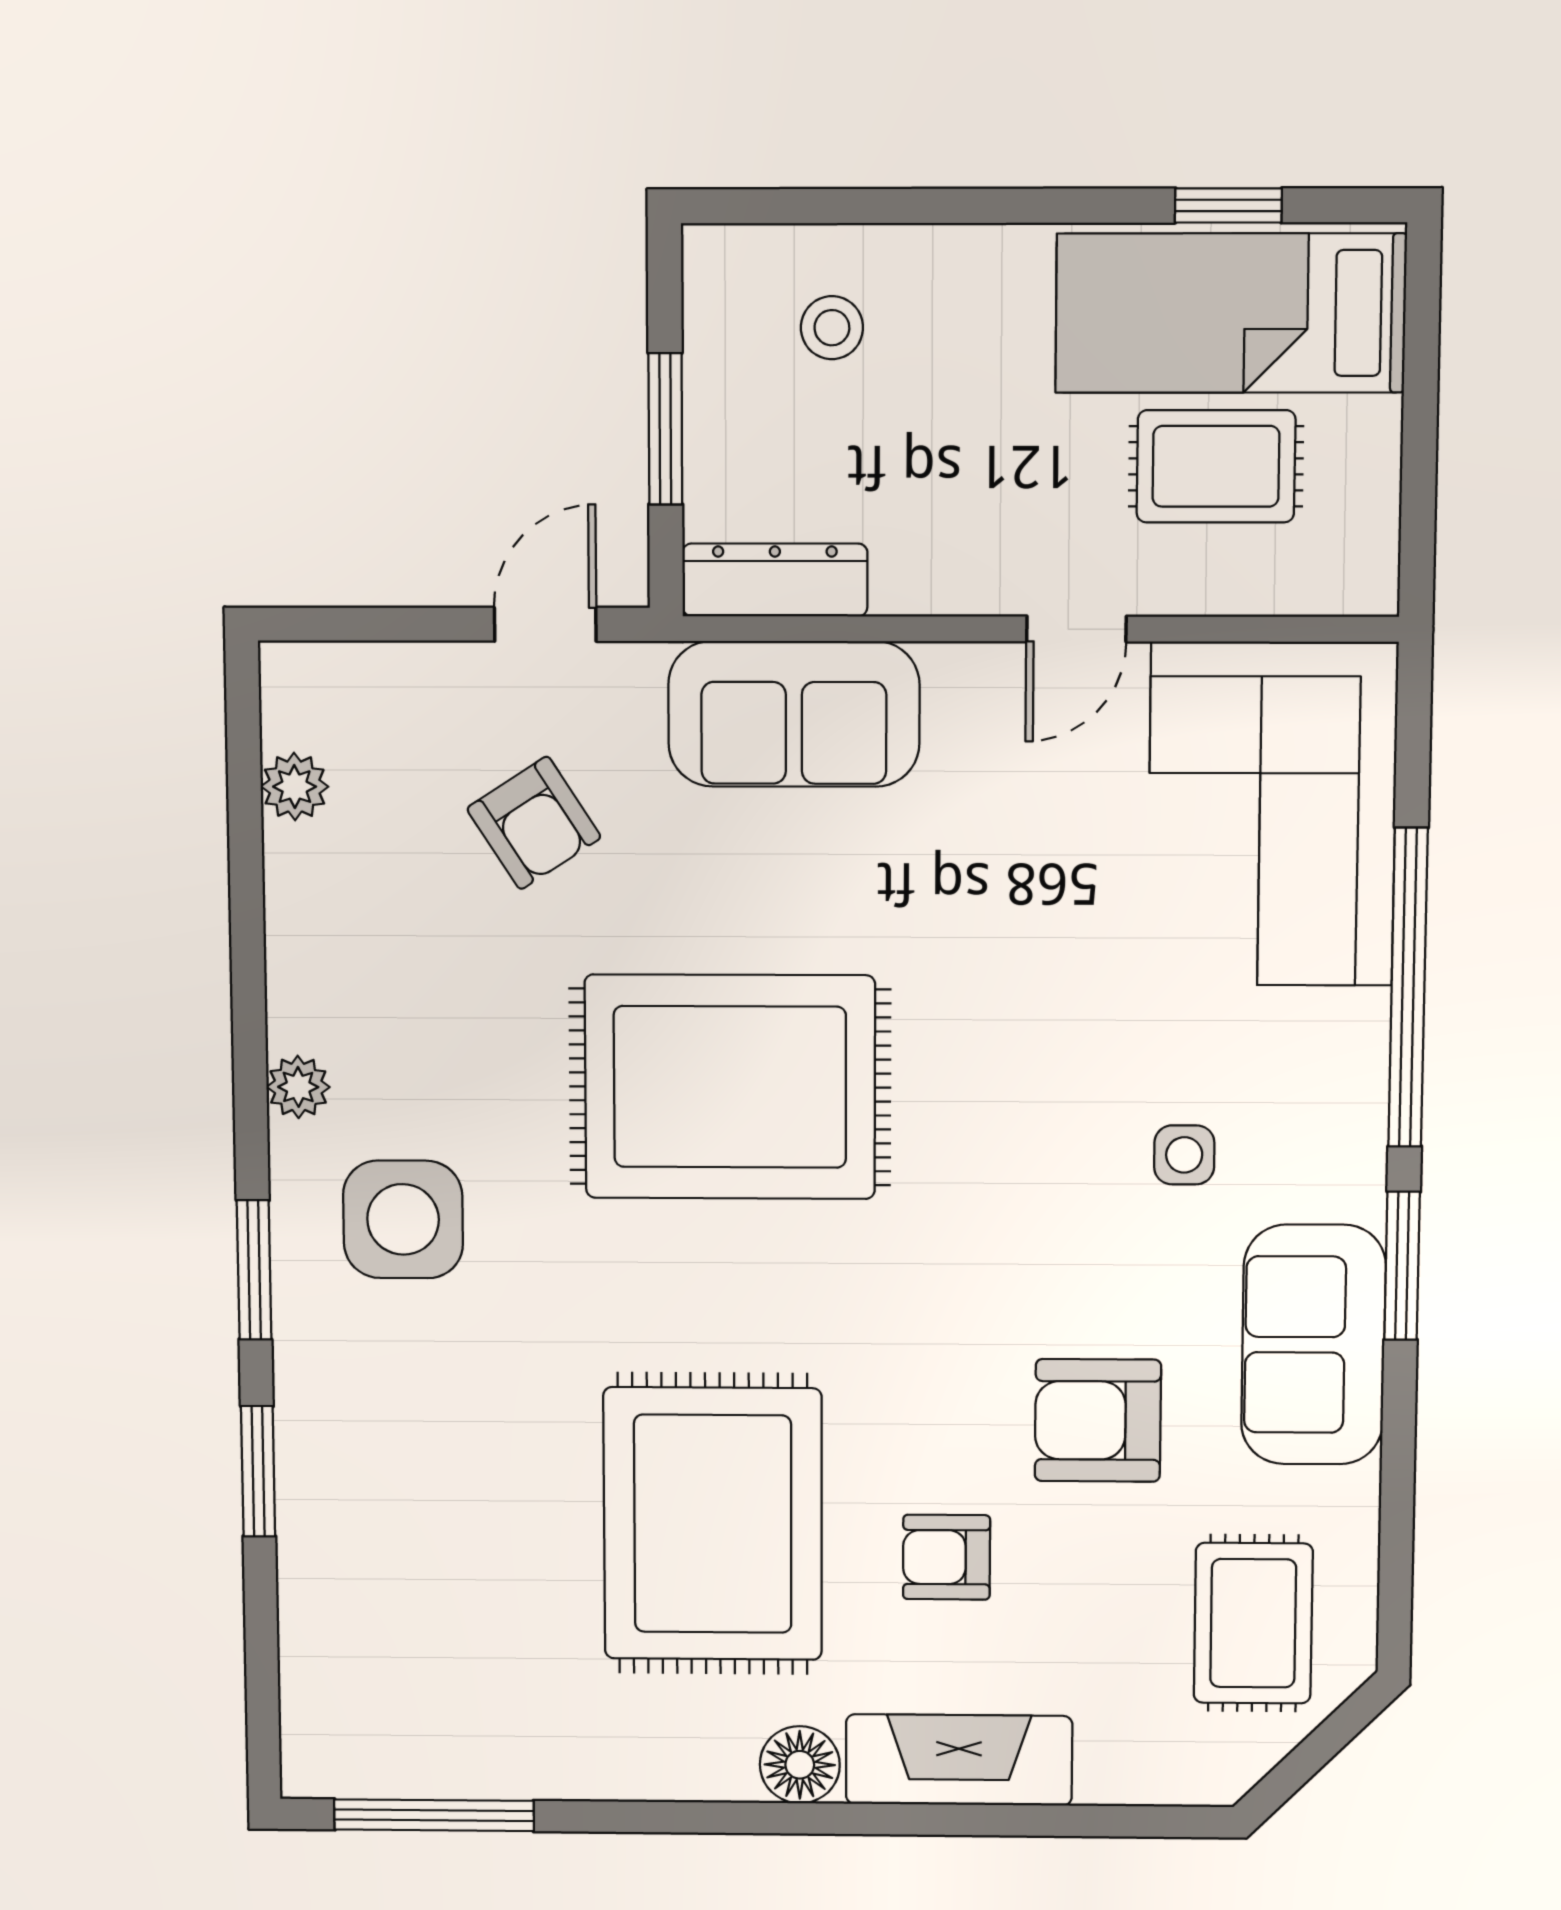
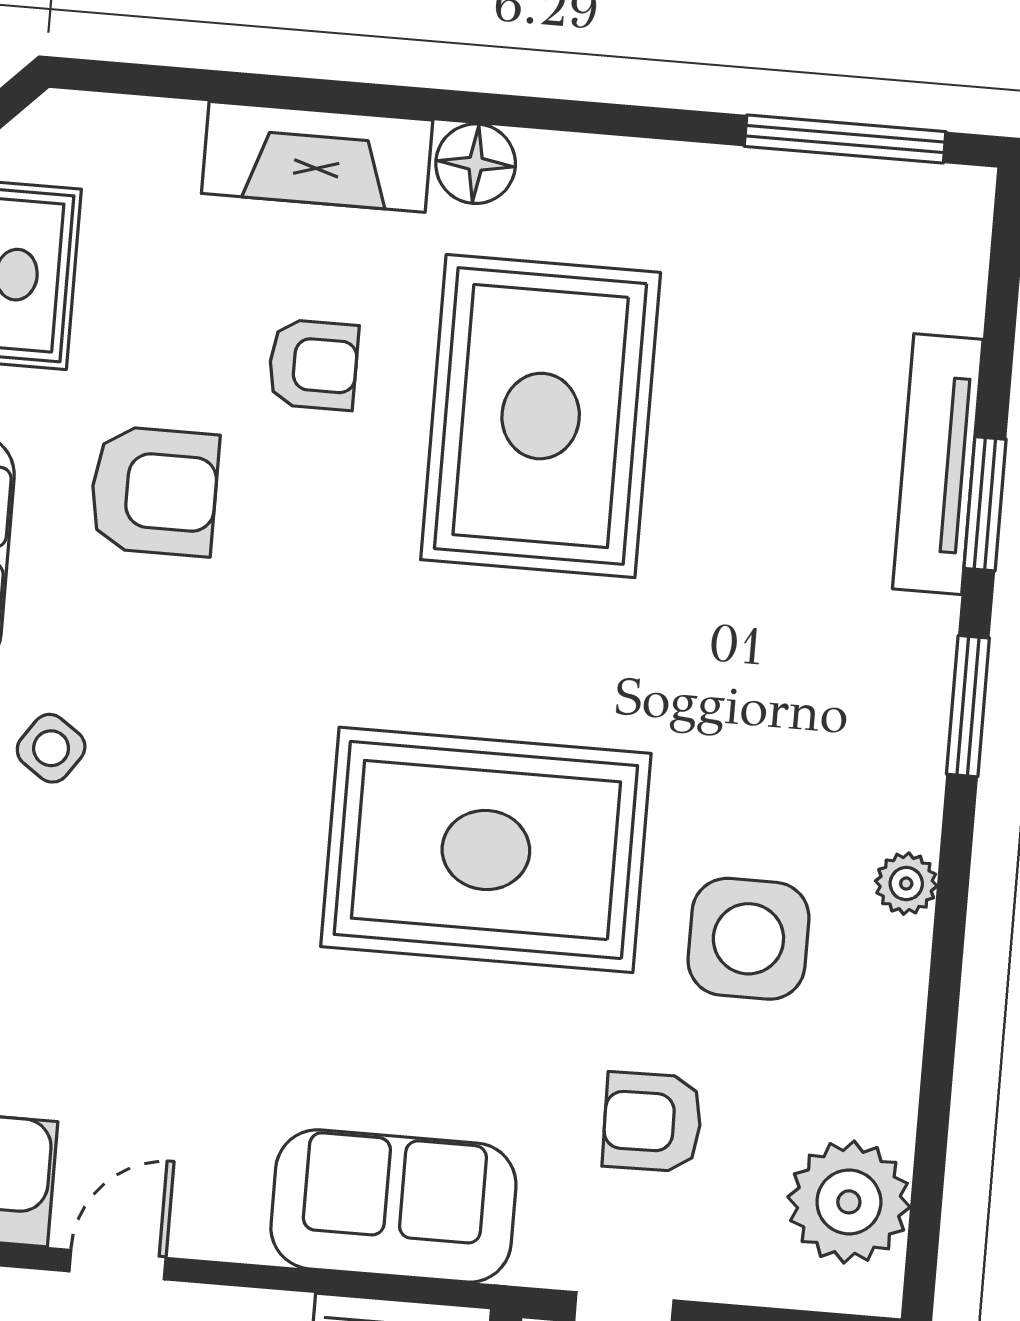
plant: (295, 787) -> (849, 1202), width x1.87, depth x1.87
armchair: (534, 823) -> (652, 1122), turned -58
side table: (1184, 1155) -> (51, 748), turned 35
side table: (403, 1219) -> (748, 939), moved
tv unit: (309, 1507) -> (938, 464), added

